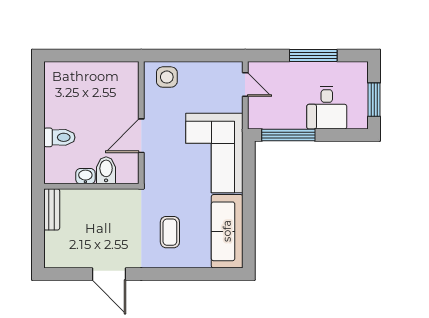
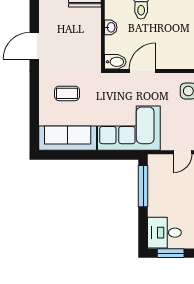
desk: (327, 108) -> (164, 233), moved
door: (141, 136) -> (142, 71), hinge flipped
bidet: (106, 170) -> (115, 62), moved

